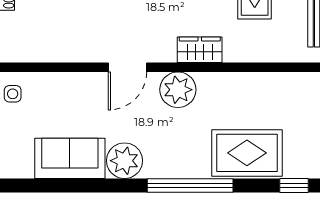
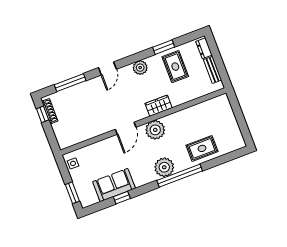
rug: (247, 153) -> (202, 148), width x0.73, depth x0.70
plant: (125, 161) -> (164, 167), moved
window: (294, 185) -> (122, 198), moved

